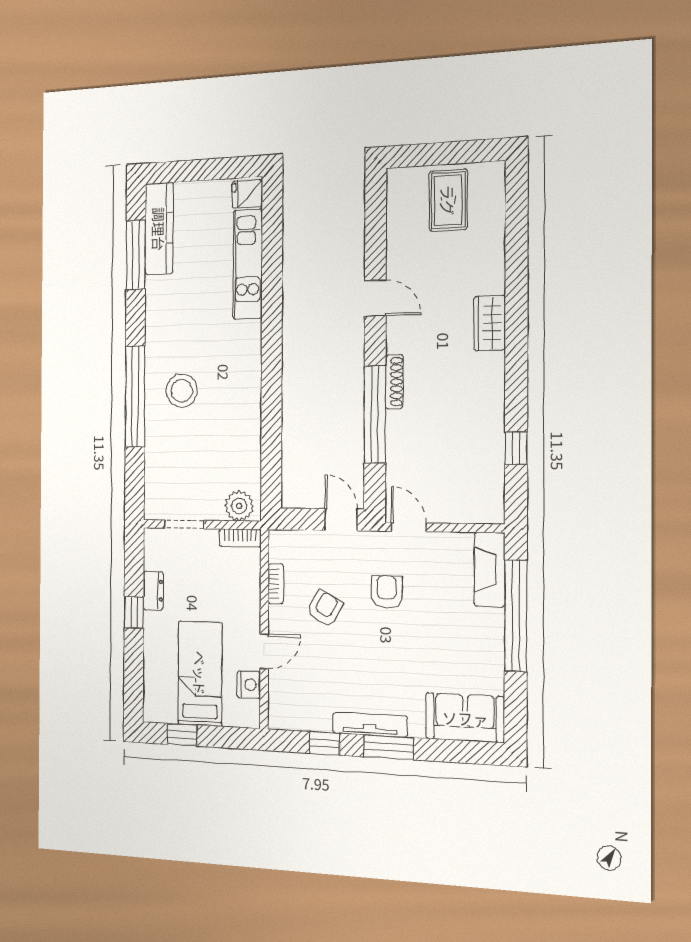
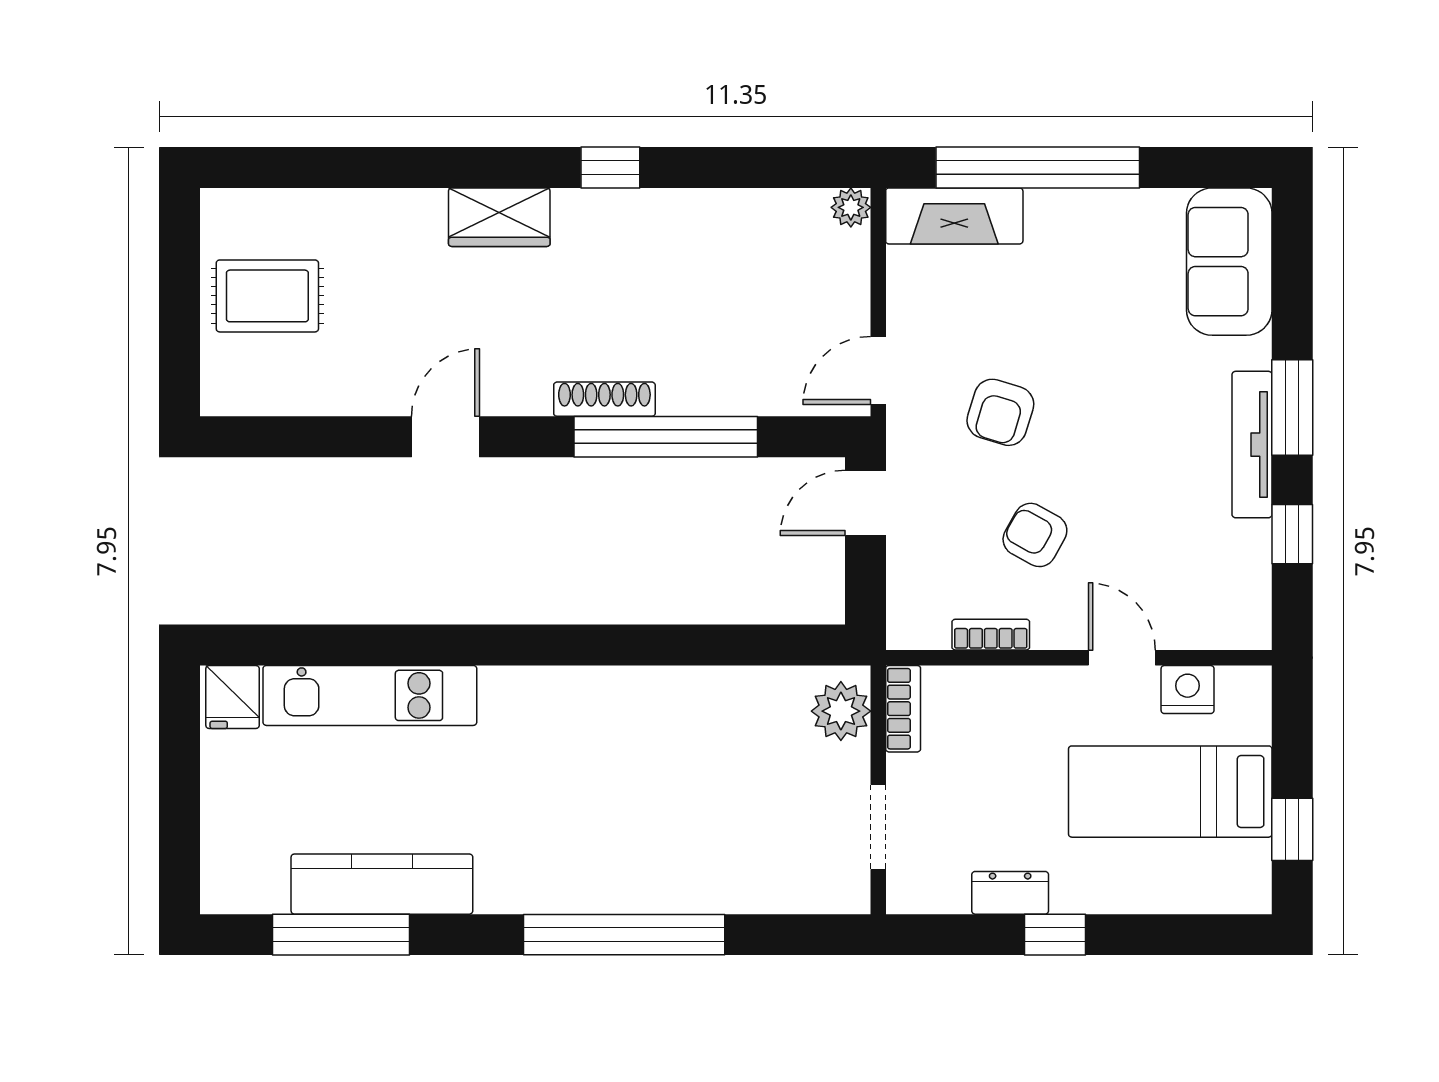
kitchen counter: (159, 229) -> (382, 884), moved
stool: (182, 391) -> (614, 834), removed
window: (516, 448) -> (610, 167), moved
plant: (494, 513) -> (851, 207), added
armchair: (387, 592) -> (1000, 412), turned -73

